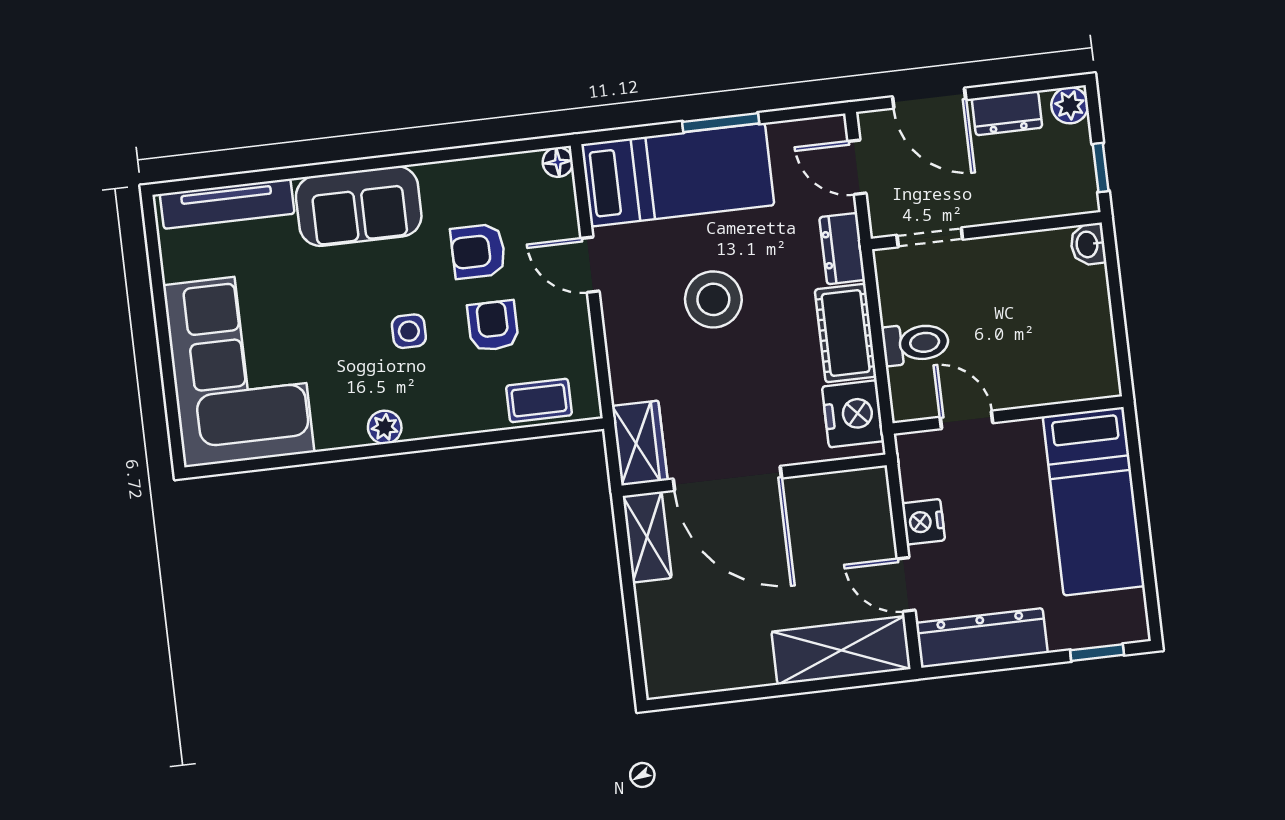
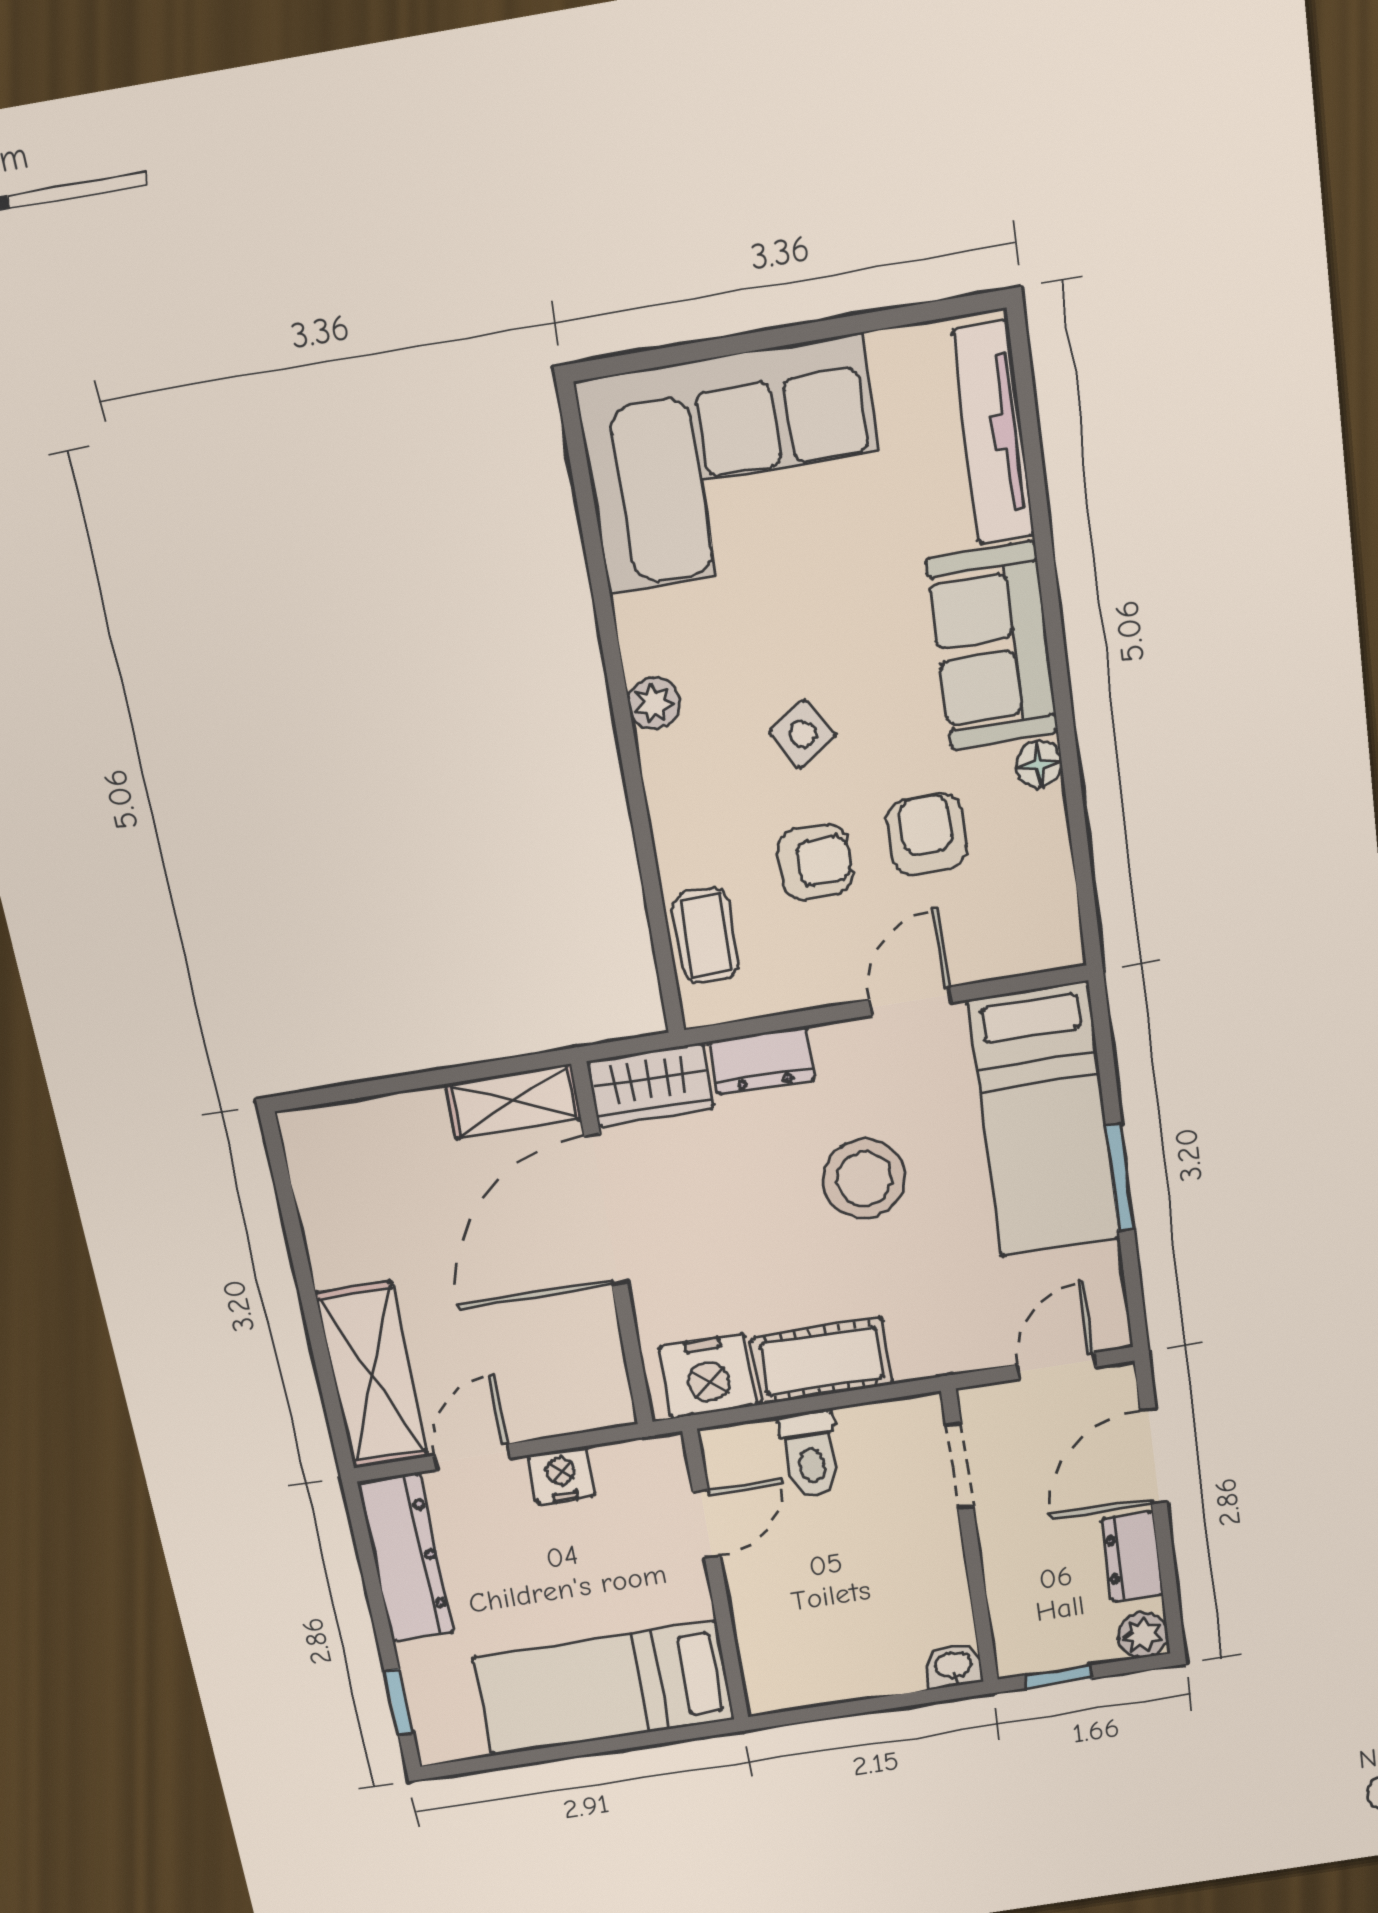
floor lamp: (558, 162) -> (1039, 764), moved
dresser: (842, 249) -> (762, 1061), moved, turned 180
side table: (409, 331) -> (802, 734), turned -33

